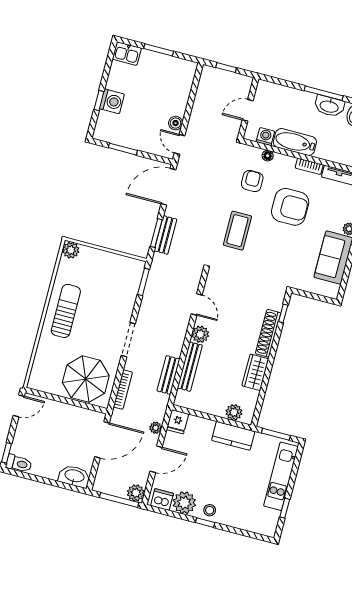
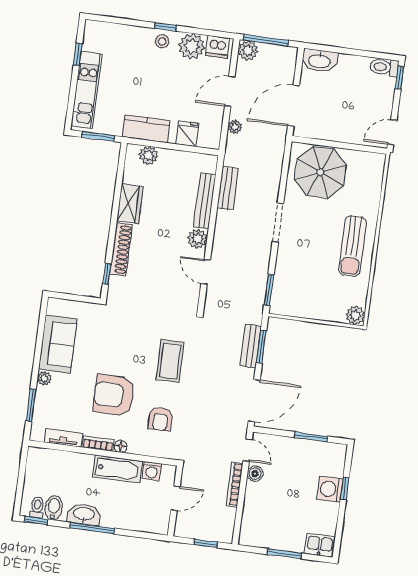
floor lamp: (268, 156) -> (121, 446), moved
bookcase: (123, 390) -> (235, 484), moved
fridge: (178, 422) -> (187, 134), moved

